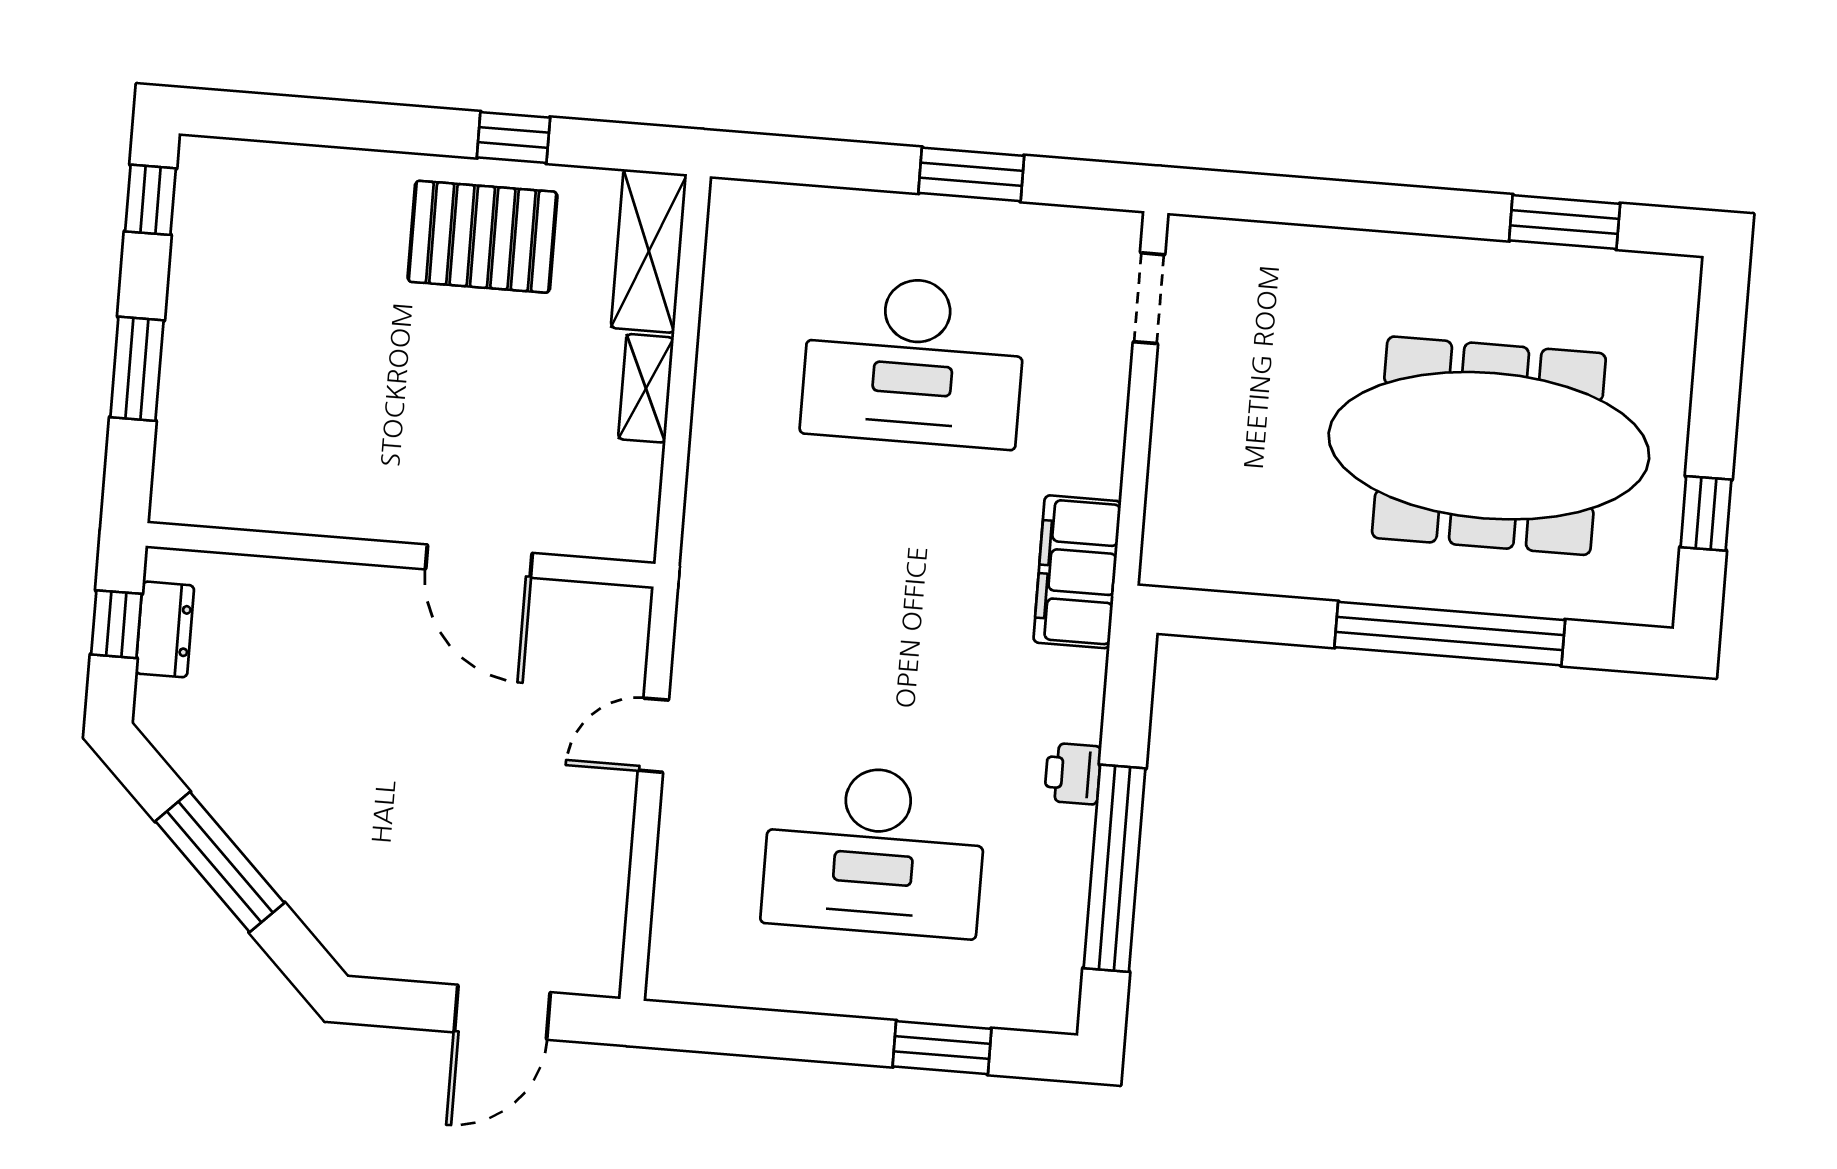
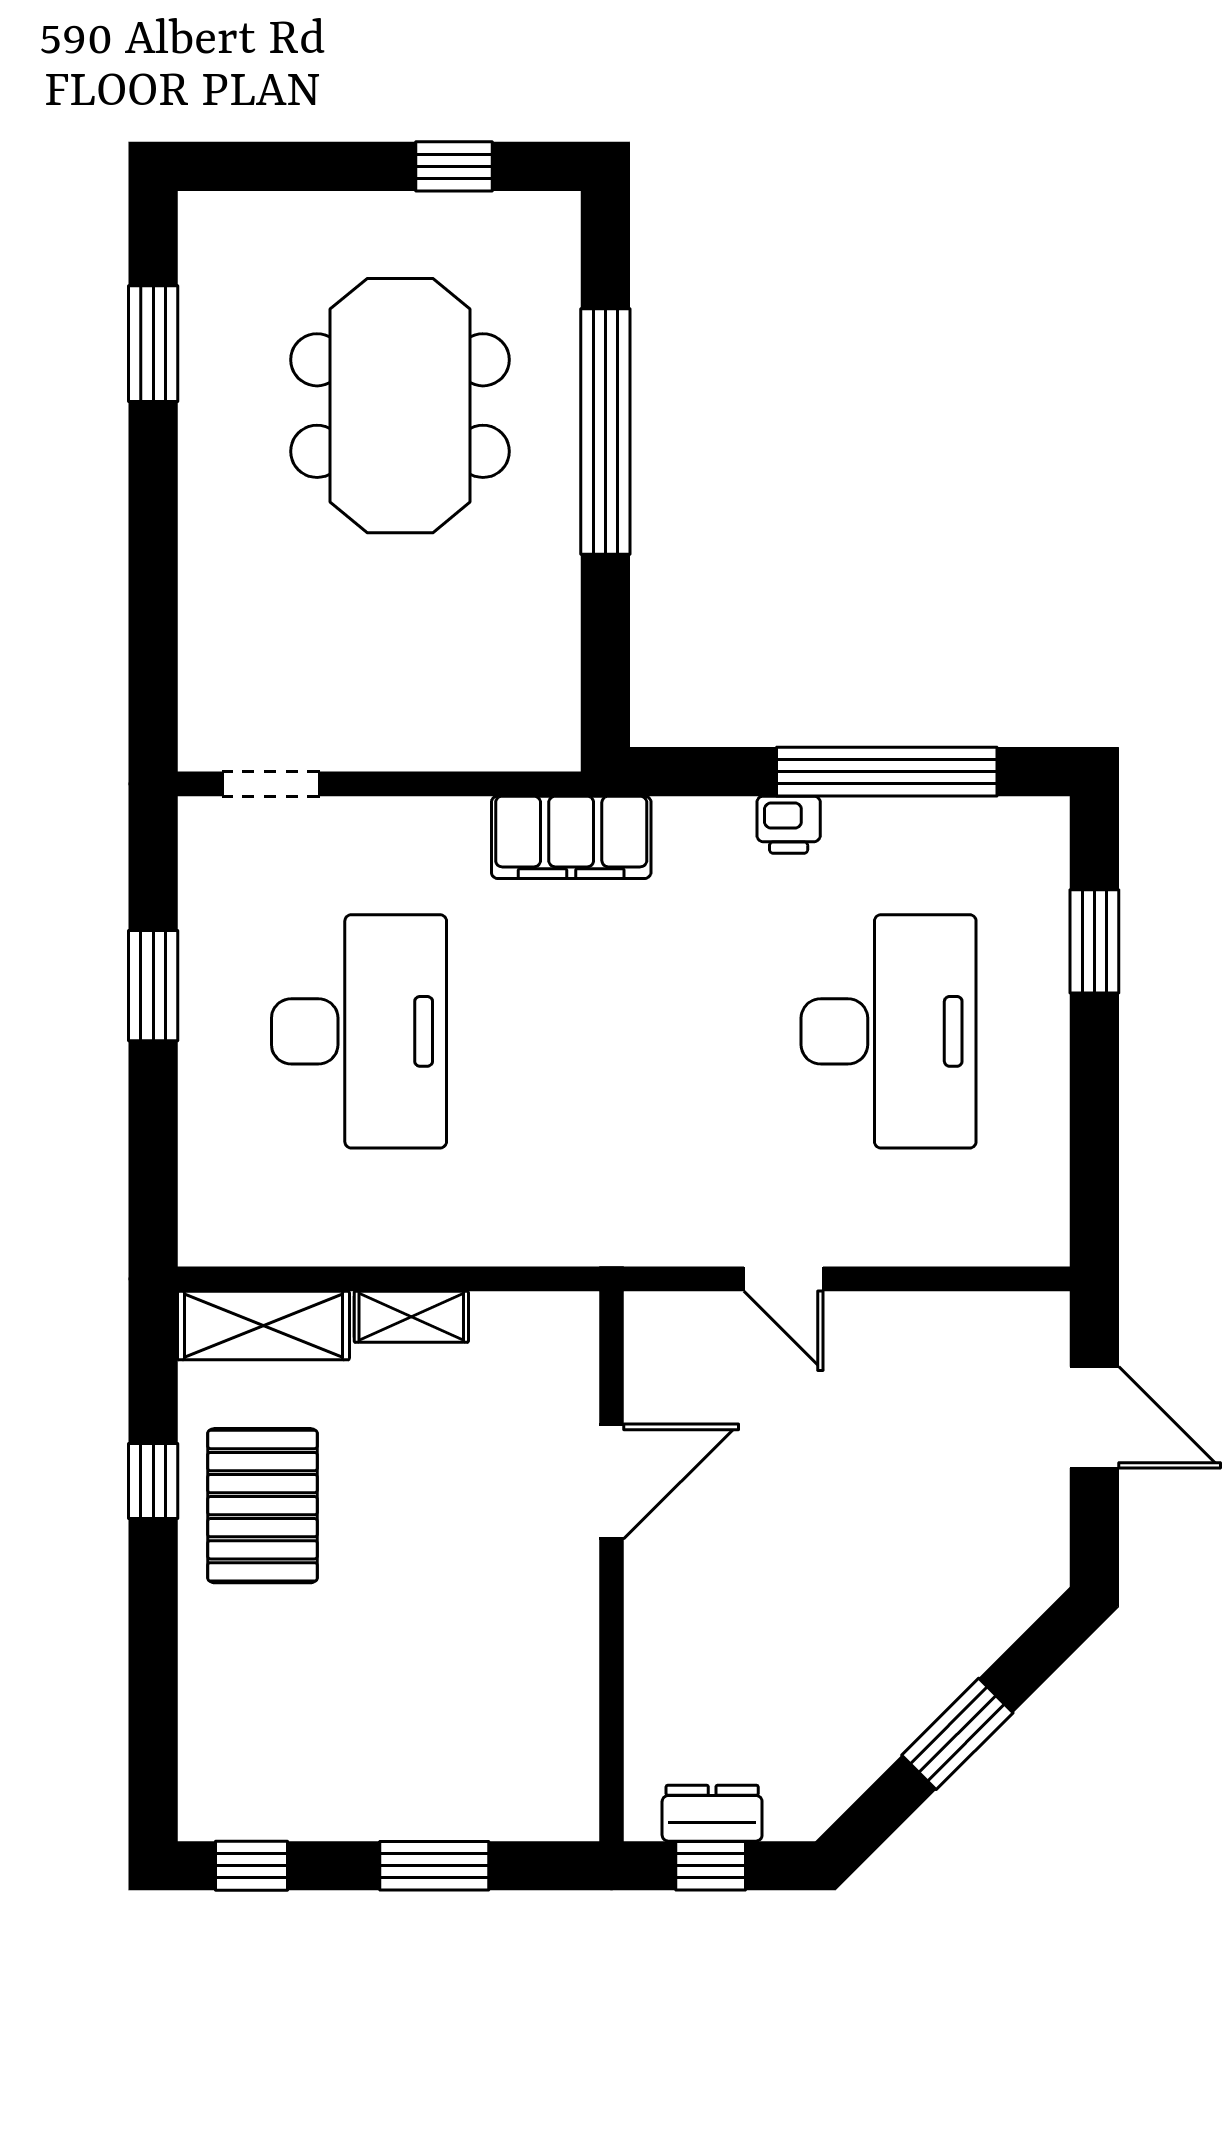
meeting table: (1489, 446) -> (400, 406), width x0.73
window: (220, 862) -> (957, 1734), width x0.69

